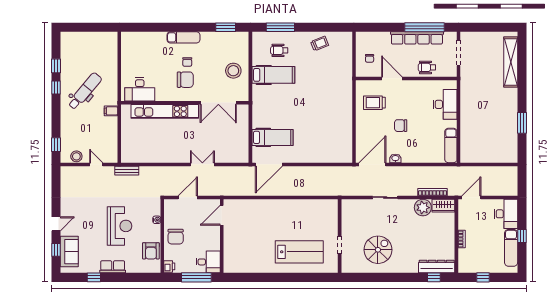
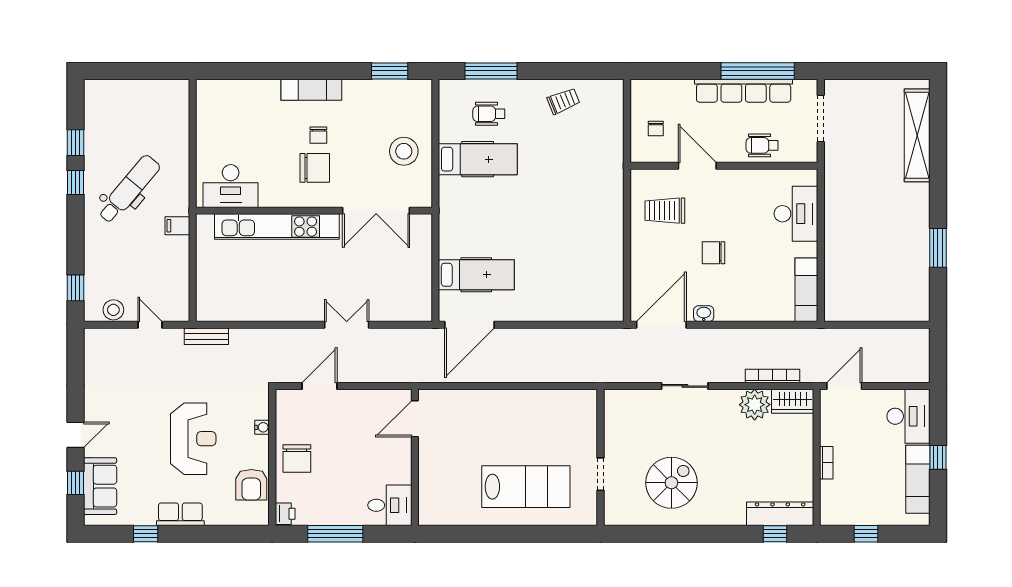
door: (222, 215) -> (415, 419), moved
wall: (222, 236) -> (415, 457), moved
desk: (208, 262) -> (390, 505), moved

